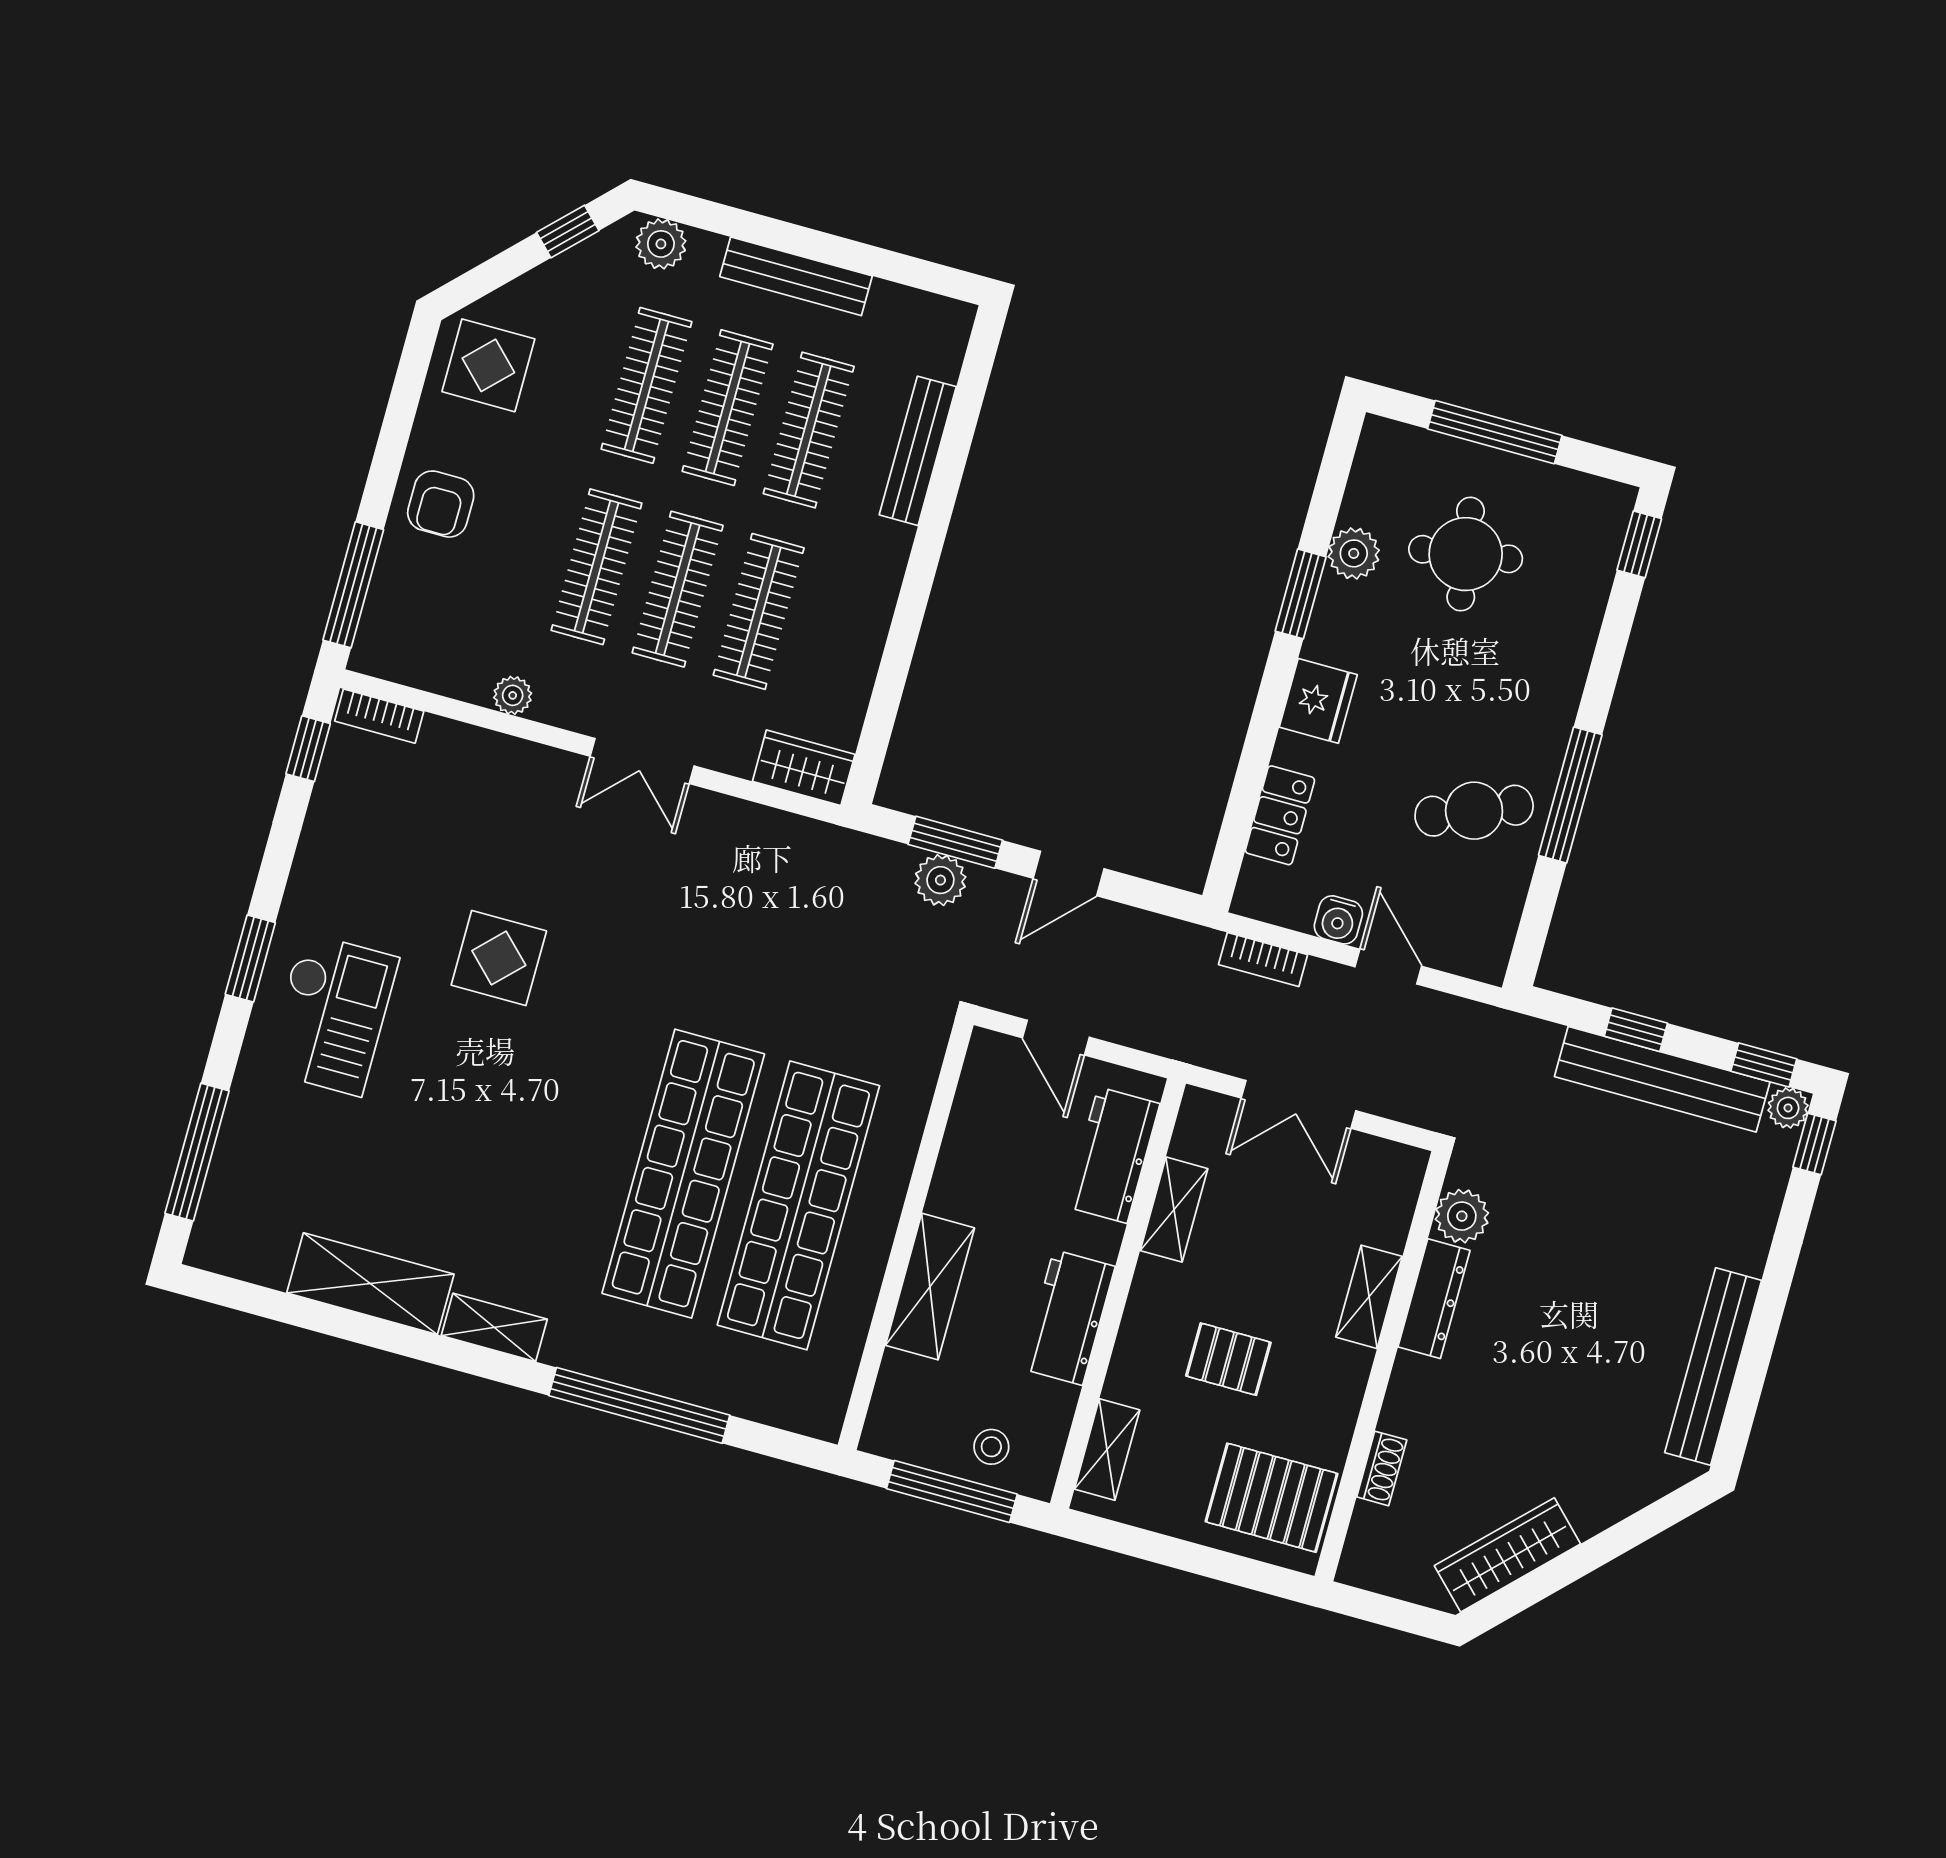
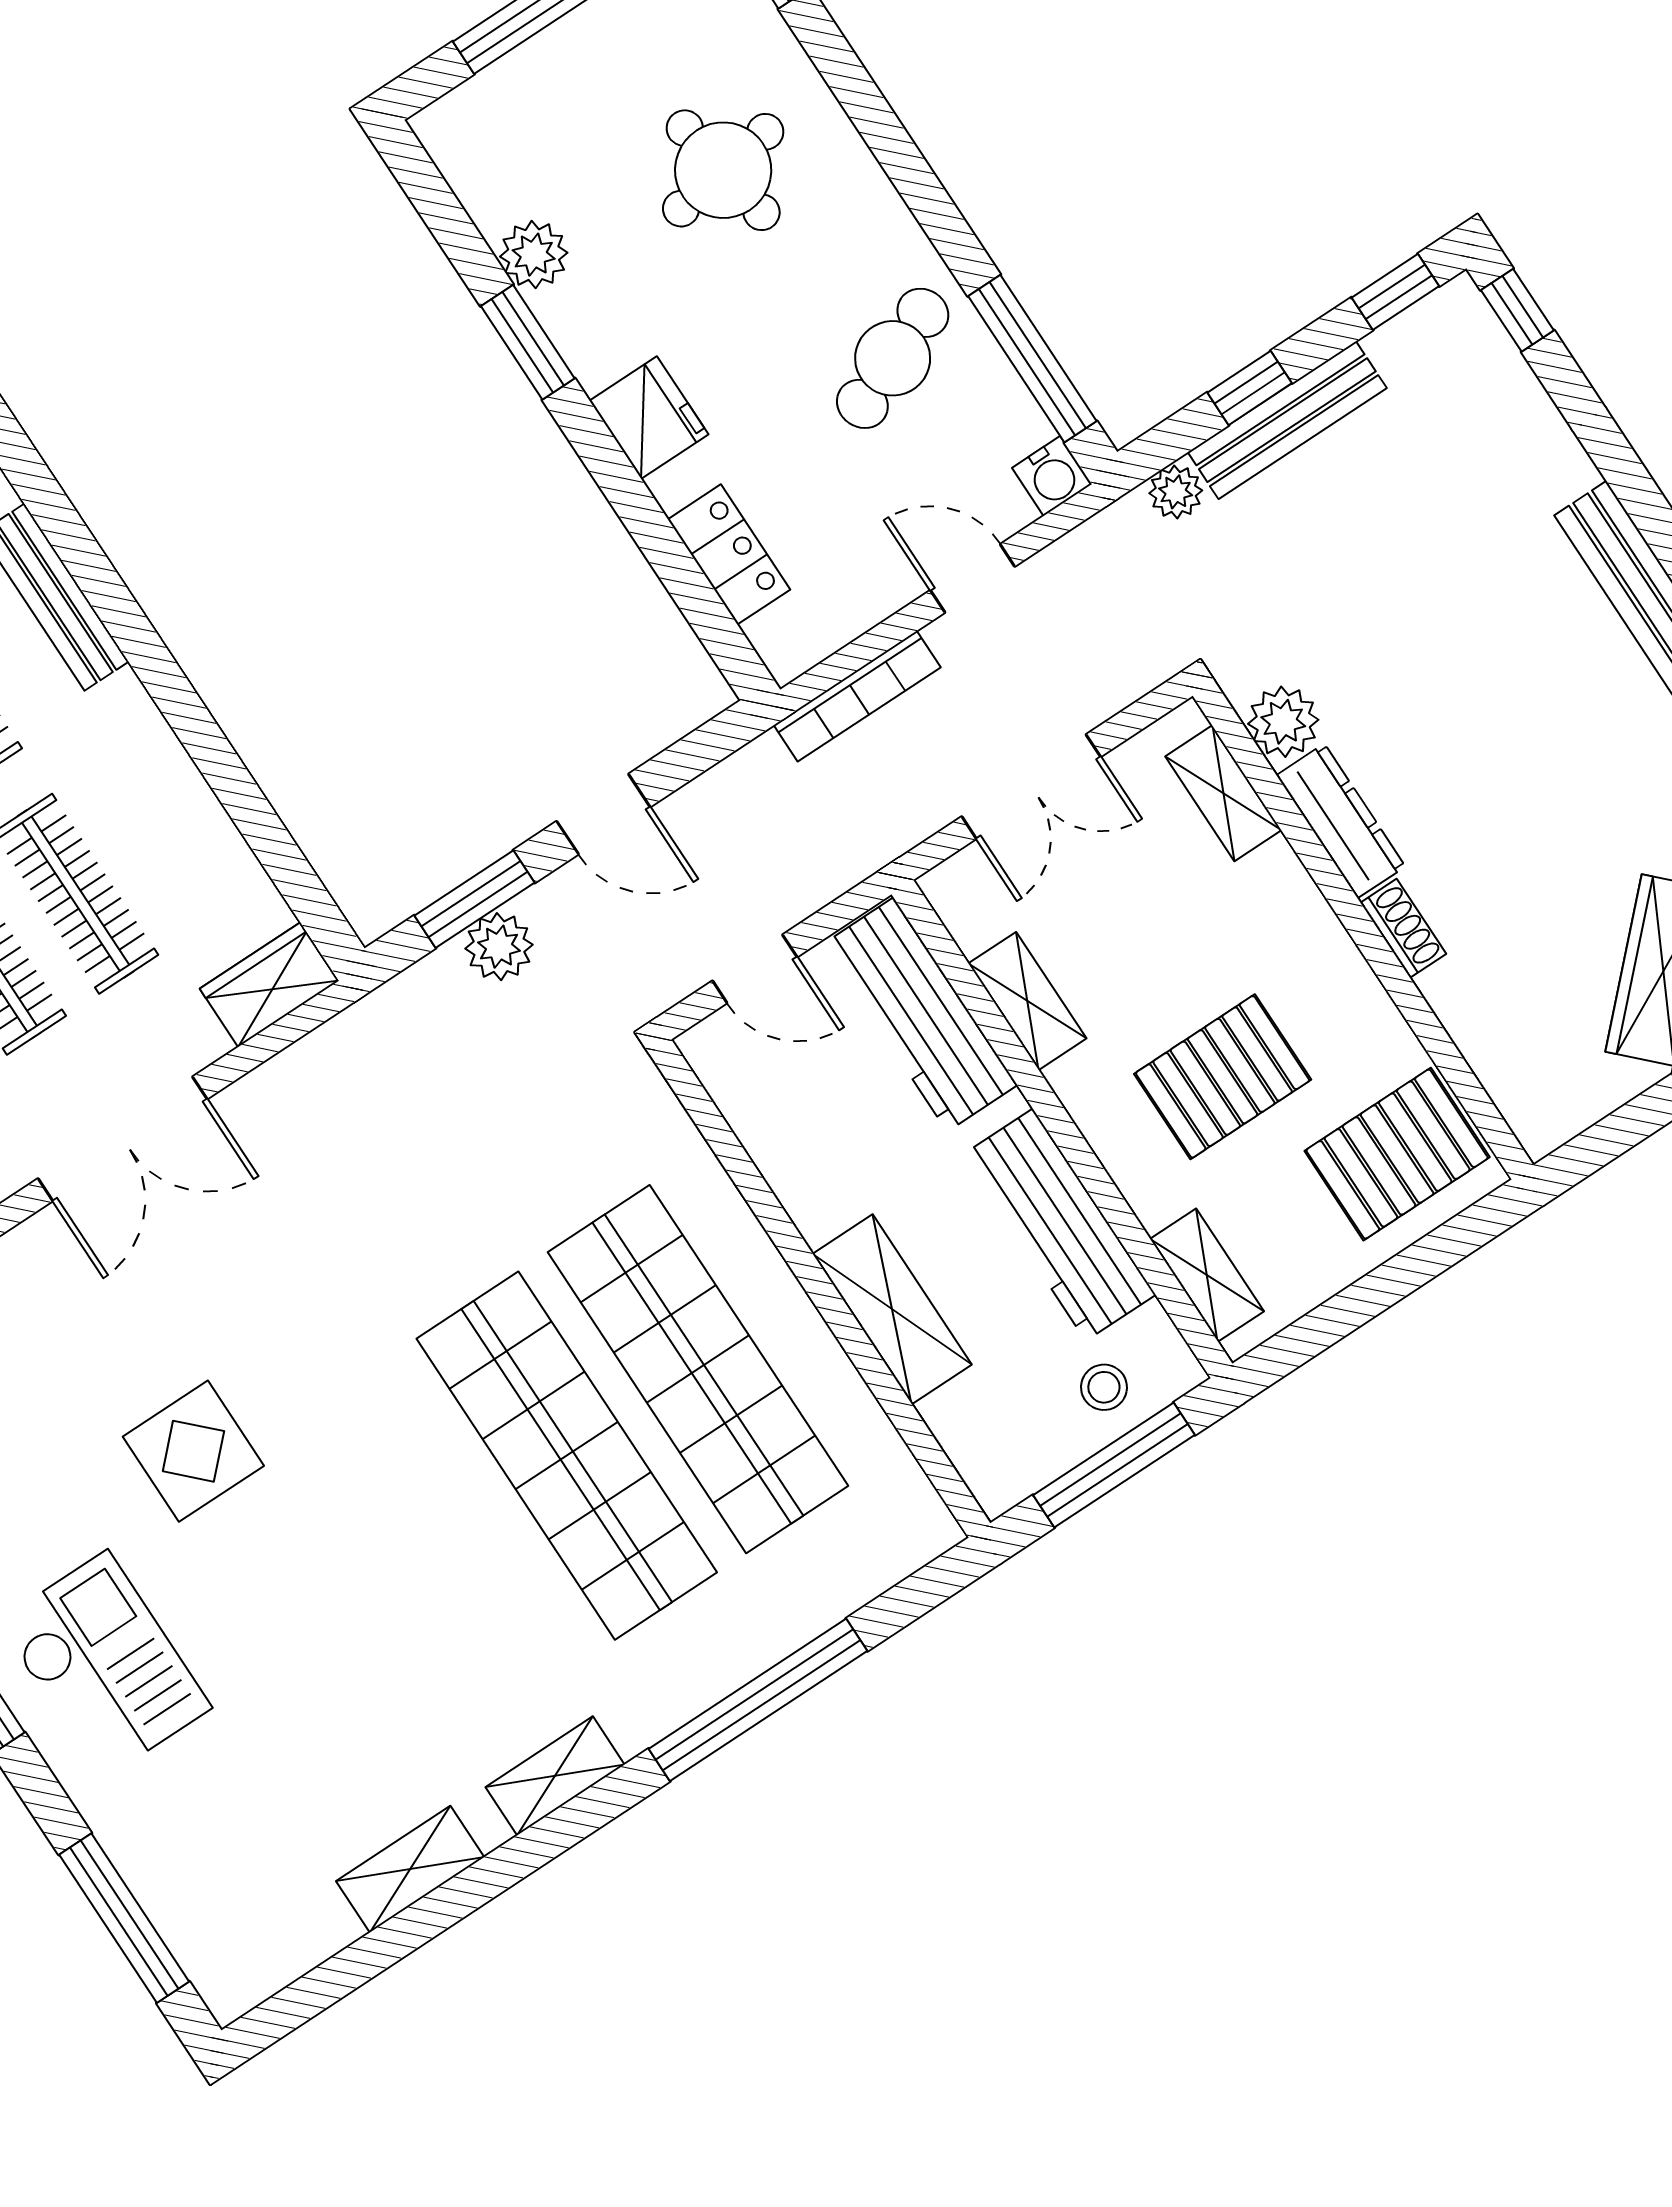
round table: (1466, 554) -> (723, 170), moved
double door: (642, 761) -> (123, 1139), width x1.37
window: (1570, 795) -> (1032, 359), moved
door: (1069, 873) -> (603, 814), hinge flipped
water cooler: (1338, 920) -> (1052, 476), moved
bookcase: (1263, 960) -> (857, 696), width x1.56
bench: (1662, 1079) -> (1287, 420), width x0.73, depth x0.82
plant: (1788, 1108) -> (1176, 492), moved
workbench: (1113, 1155) -> (920, 1015), width x1.38
shelving: (370, 1284) -> (410, 1869), width x0.67, depth x0.75
shelving: (1369, 1297) -> (1223, 793), moved
workbench: (1068, 1317) -> (1059, 1225), width x1.38
pallet: (1228, 1359) -> (1223, 1077), width x1.50, depth x1.42
shoe rack: (1382, 1468) -> (1403, 928), moved

